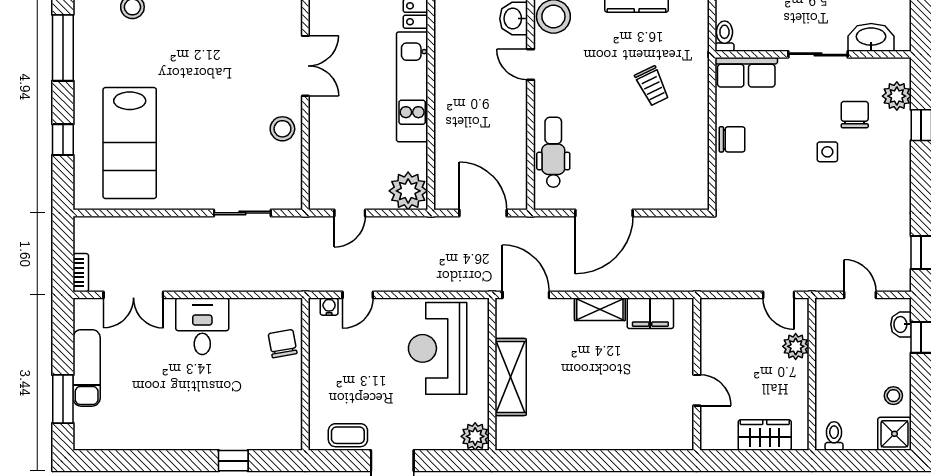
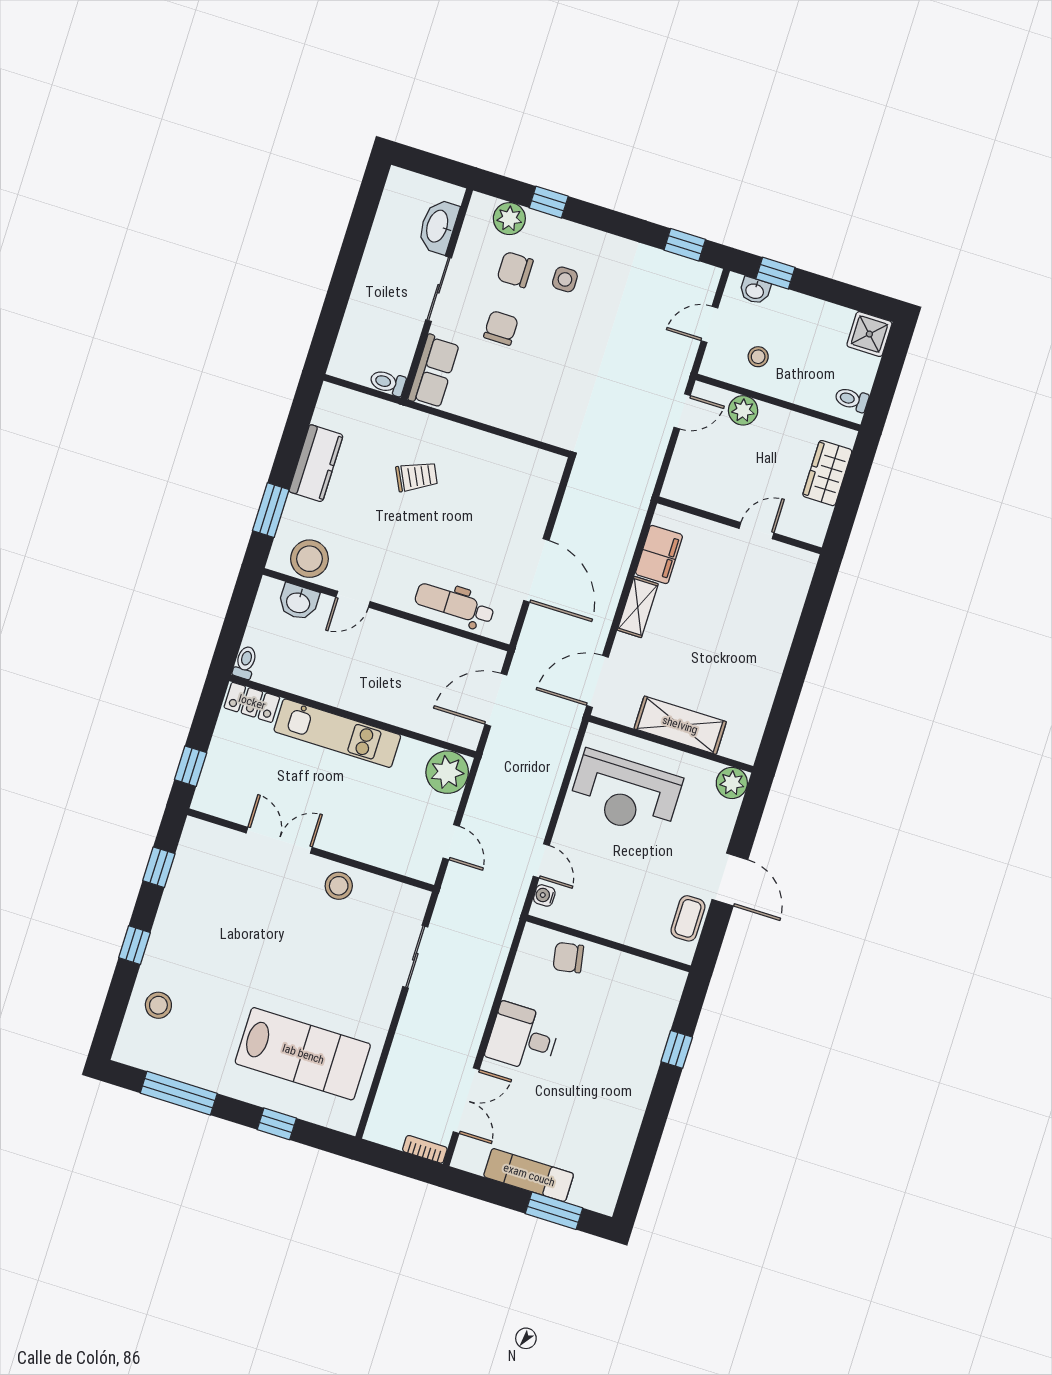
chair: (732, 139) -> (501, 328), moved
side table: (827, 152) -> (565, 279), moved
stool: (893, 396) -> (758, 357), moved

